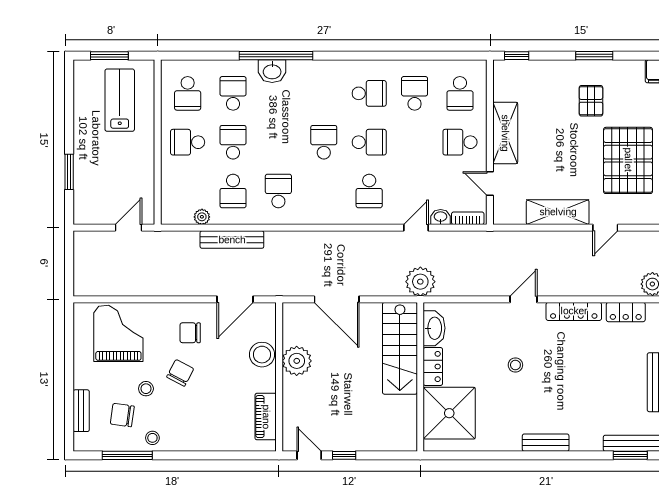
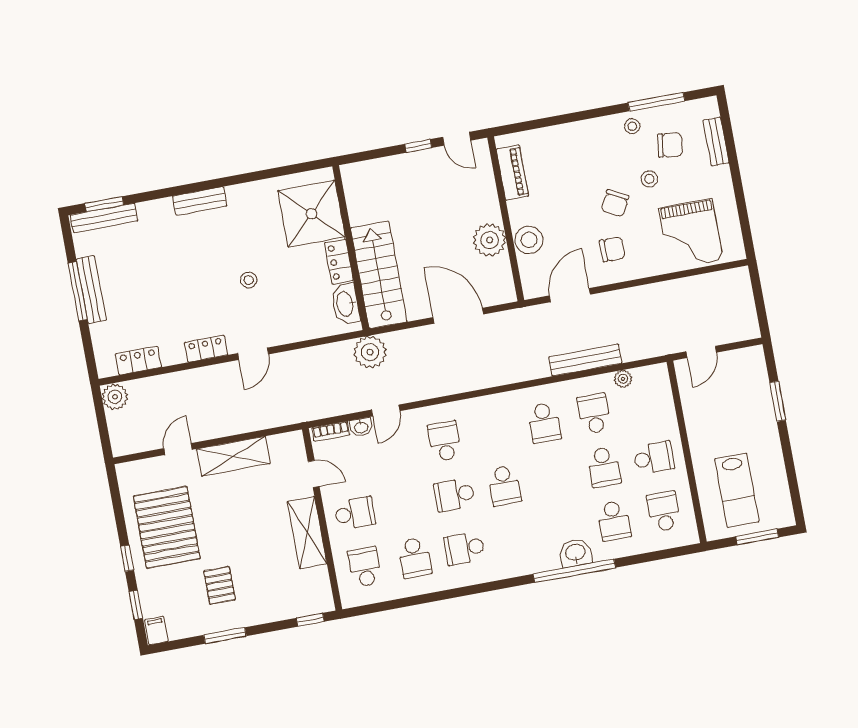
locker: (574, 311) -> (206, 349), width x0.66

